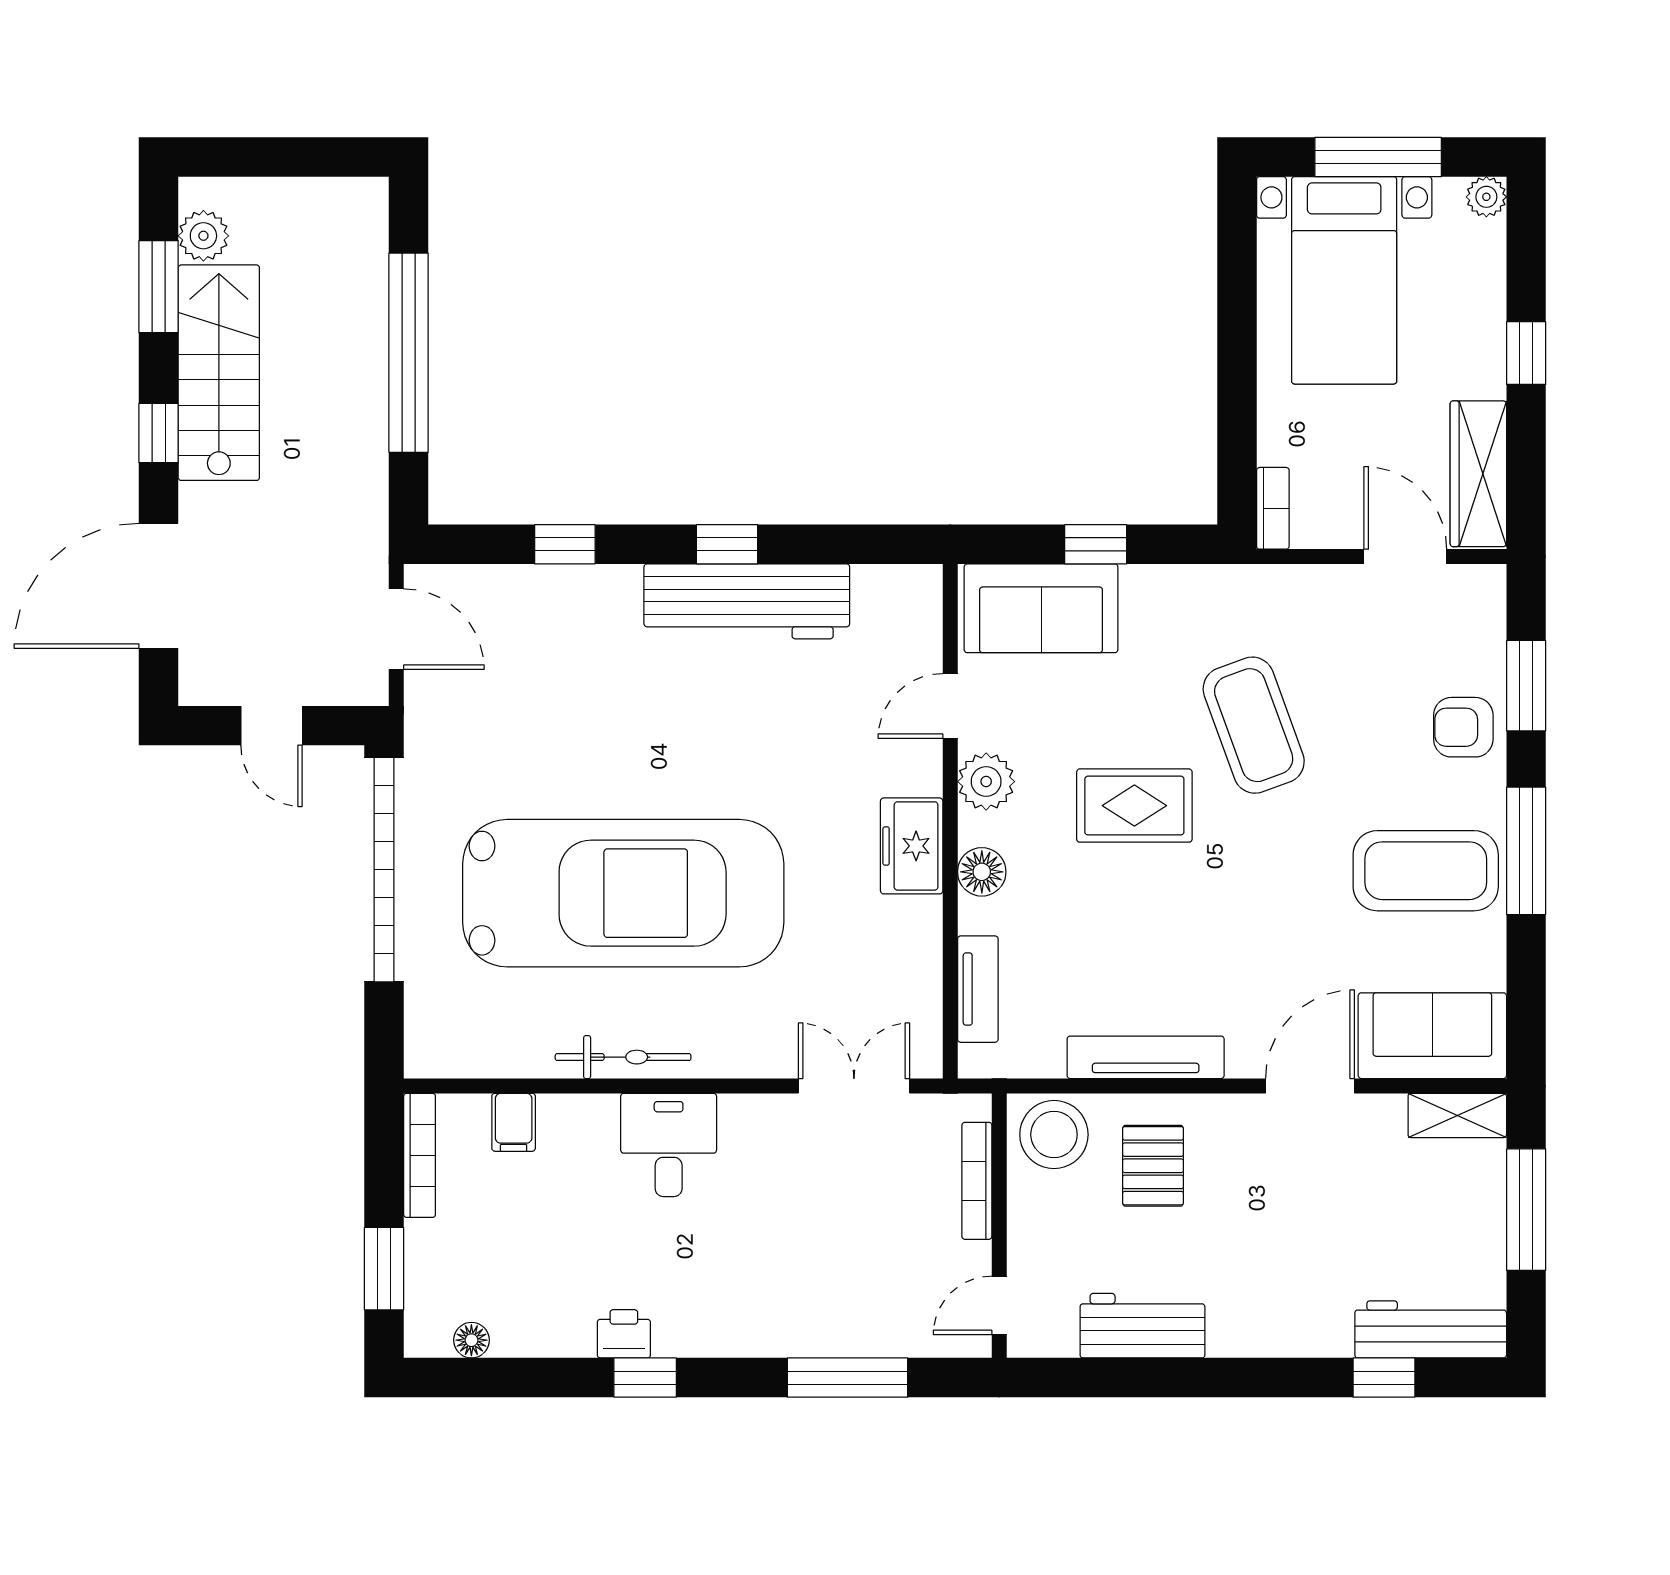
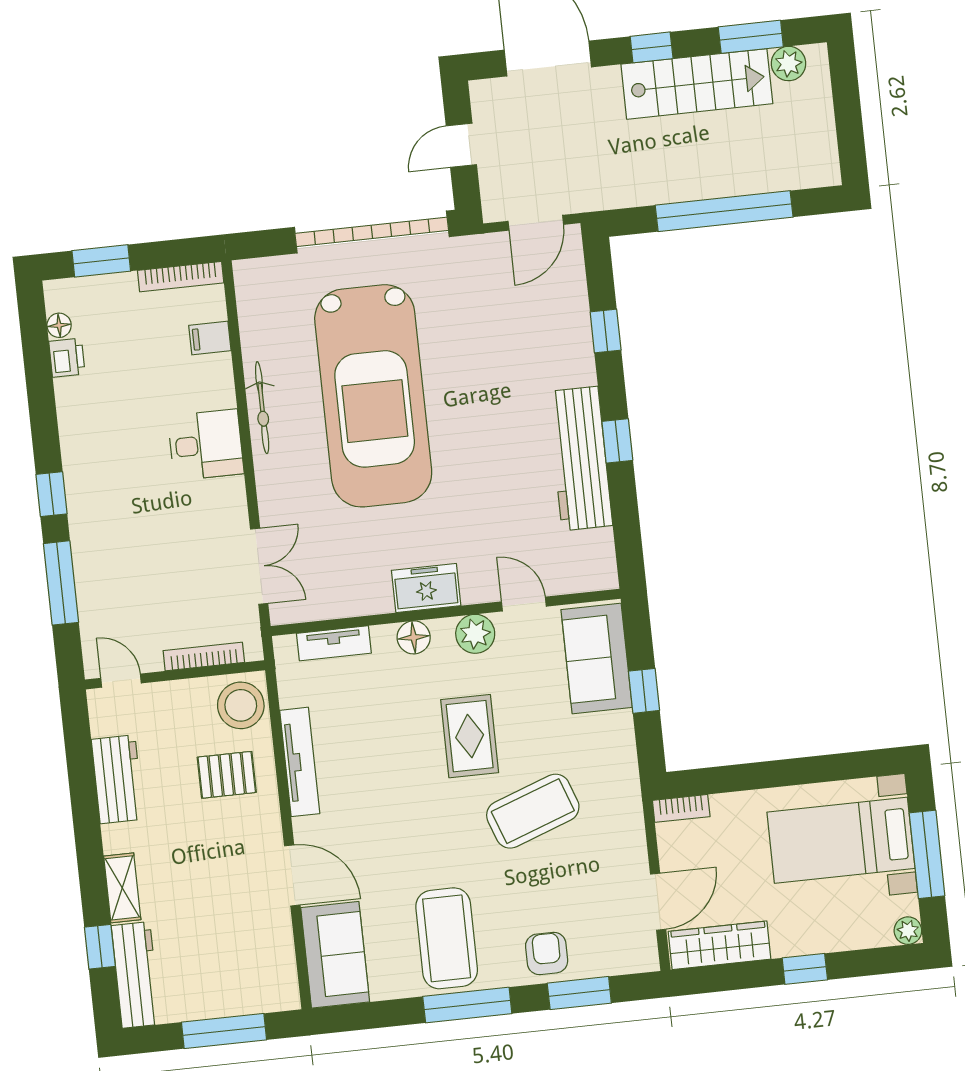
shelving: (1457, 1115) -> (122, 888), moved
printer: (624, 1334) -> (67, 358), moved
window: (645, 1378) -> (51, 494), moved

